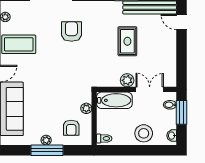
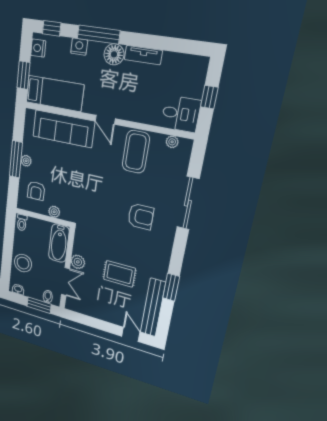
door: (182, 22) -> (131, 334), hinge flipped
armchair: (71, 128) -> (36, 191), turned -90

